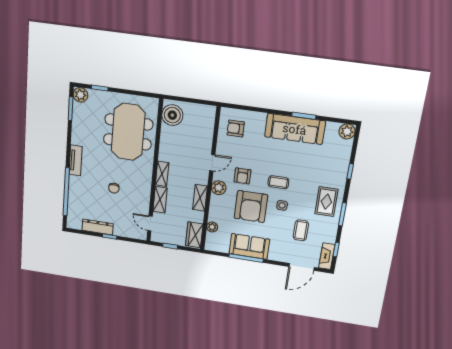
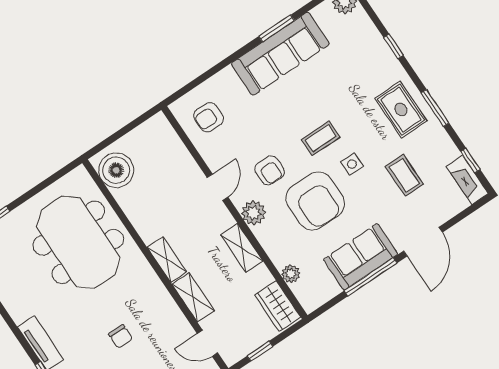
door: (302, 267) -> (423, 242), moved

